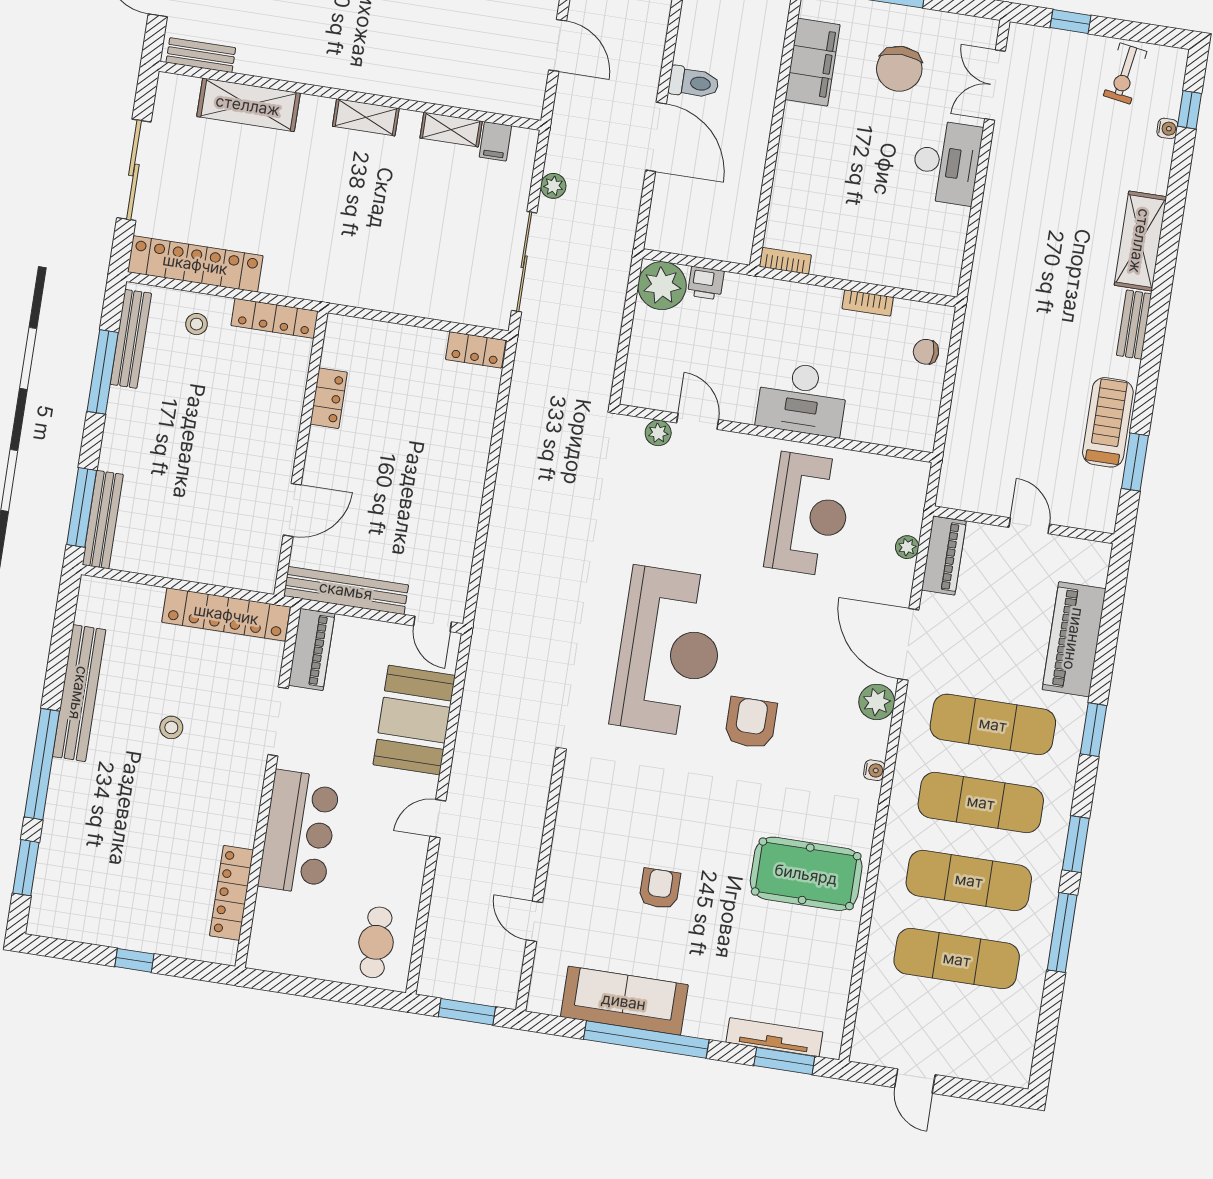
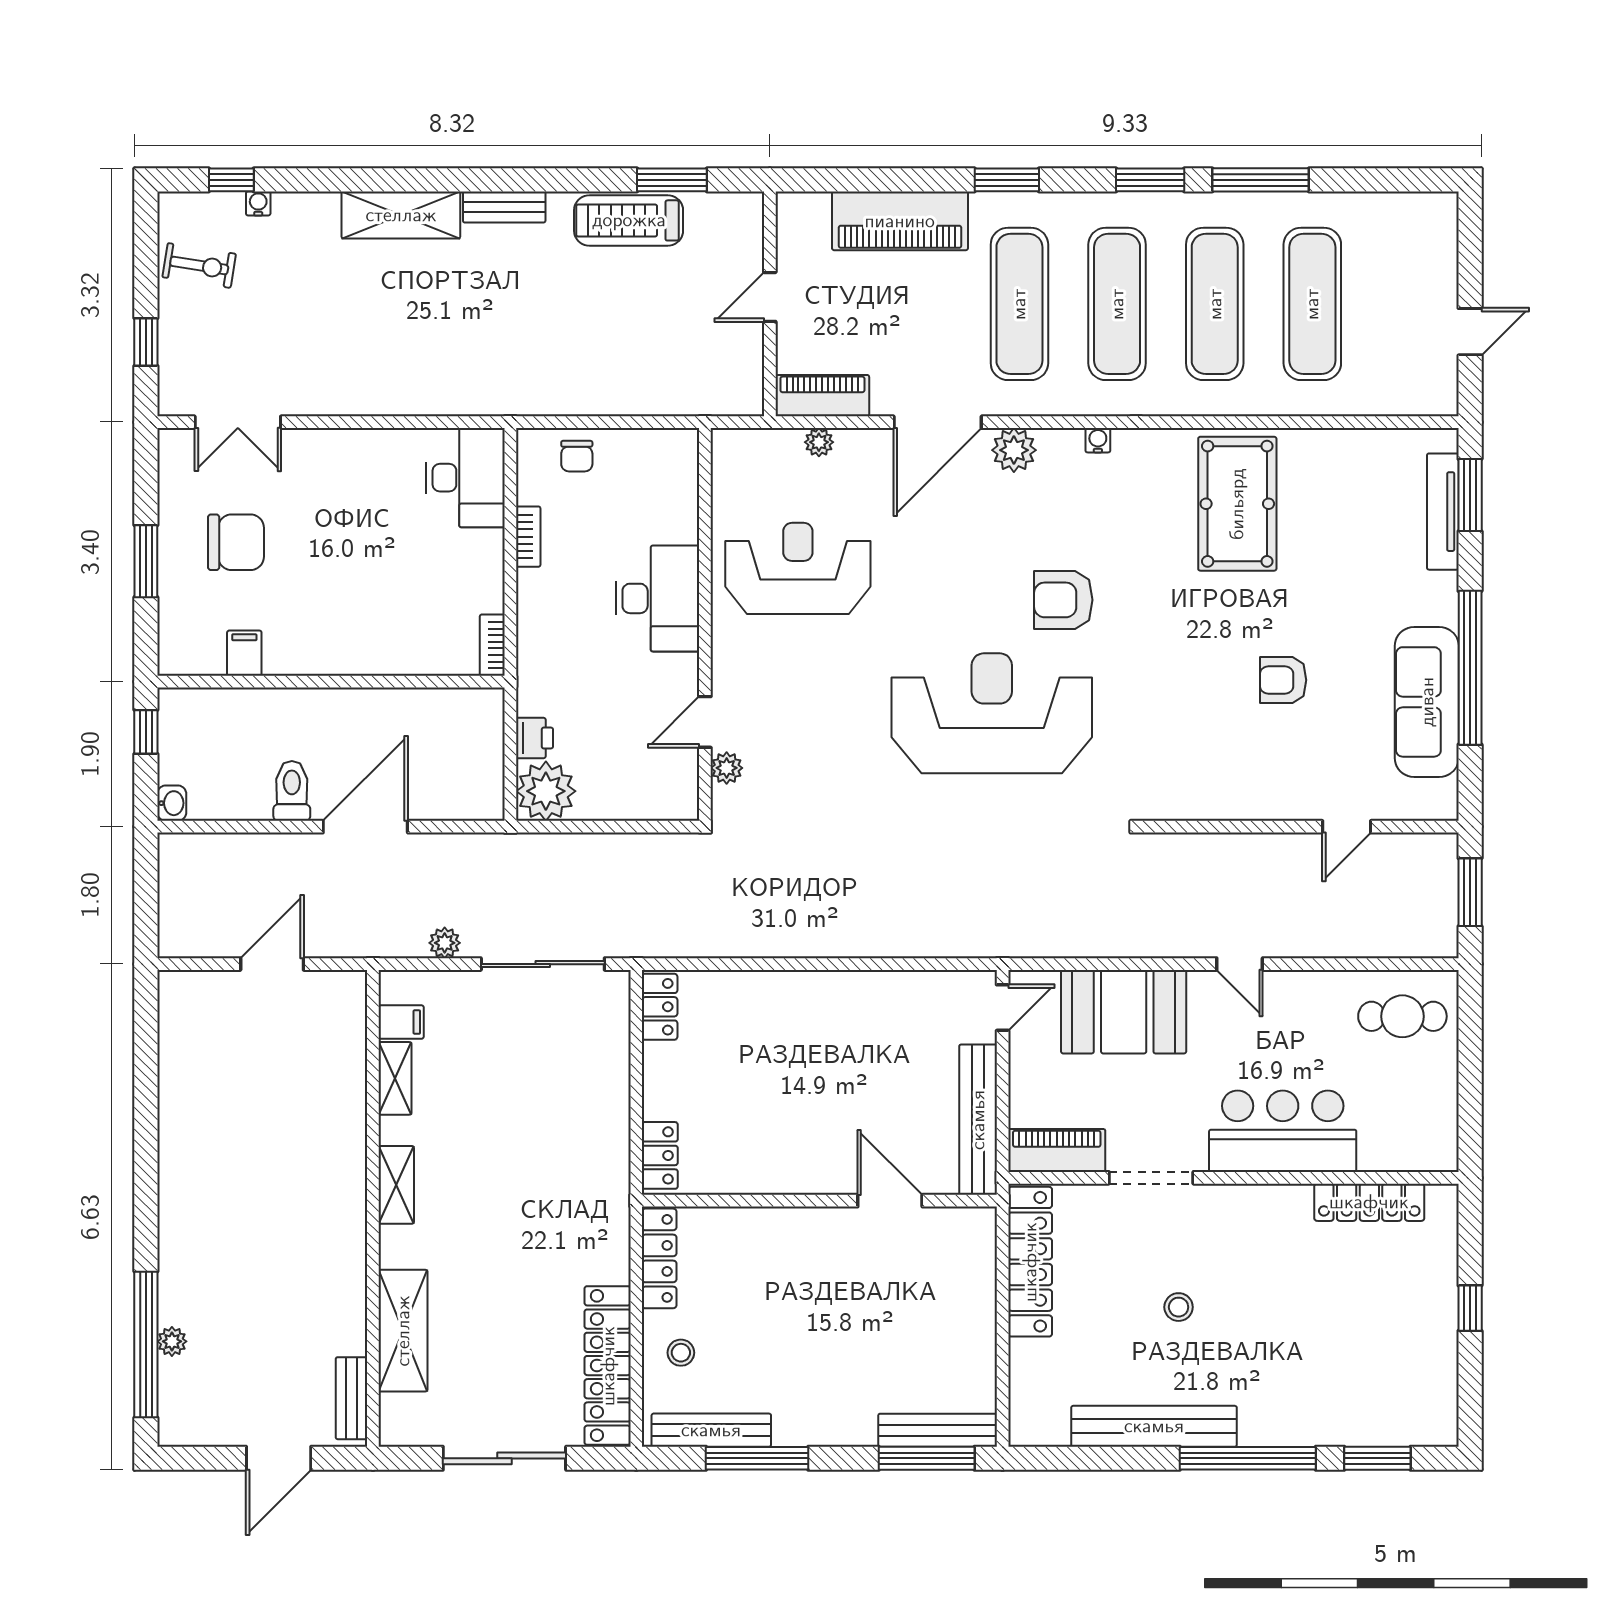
filing cabinet: (813, 62) -> (244, 653), width x0.33, depth x0.86
desk: (946, 162) -> (466, 478), moved, turned 90
locker: (329, 398) -> (660, 1155), moved, turned 90

